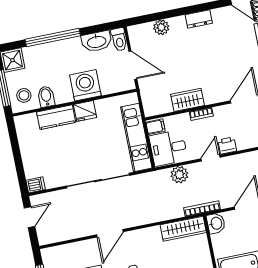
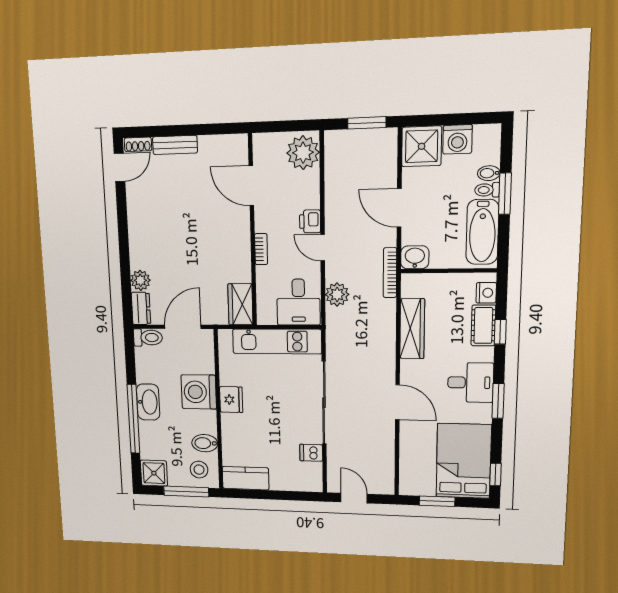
dresser: (199, 19) -> (141, 308), moved
washbasin: (97, 41) -> (148, 402), moved
wardrobe: (187, 100) -> (240, 304), moved
kitchen counter: (56, 117) -> (245, 478), moved, turned -90
filing cabinet: (155, 127) -> (267, 314), removed
dishwasher: (36, 185) -> (311, 453), moved, turned -90
wardrobe: (183, 229) -> (412, 329), moved

